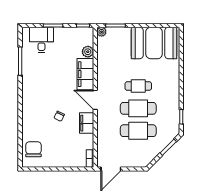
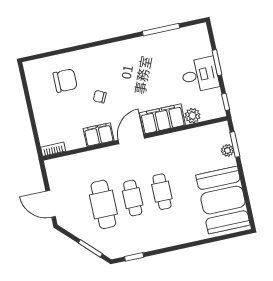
plant: (102, 32) -> (227, 150), moved
desk: (41, 40) -> (200, 75), moved
cafe table: (138, 108) -> (133, 198), width x0.73, depth x0.74
chair: (33, 149) -> (65, 81), moved
door: (111, 169) -> (51, 204), moved

